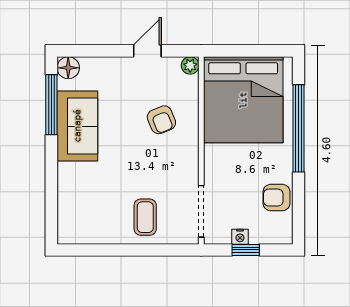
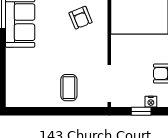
nightstand: (240, 237) -> (151, 102), moved

